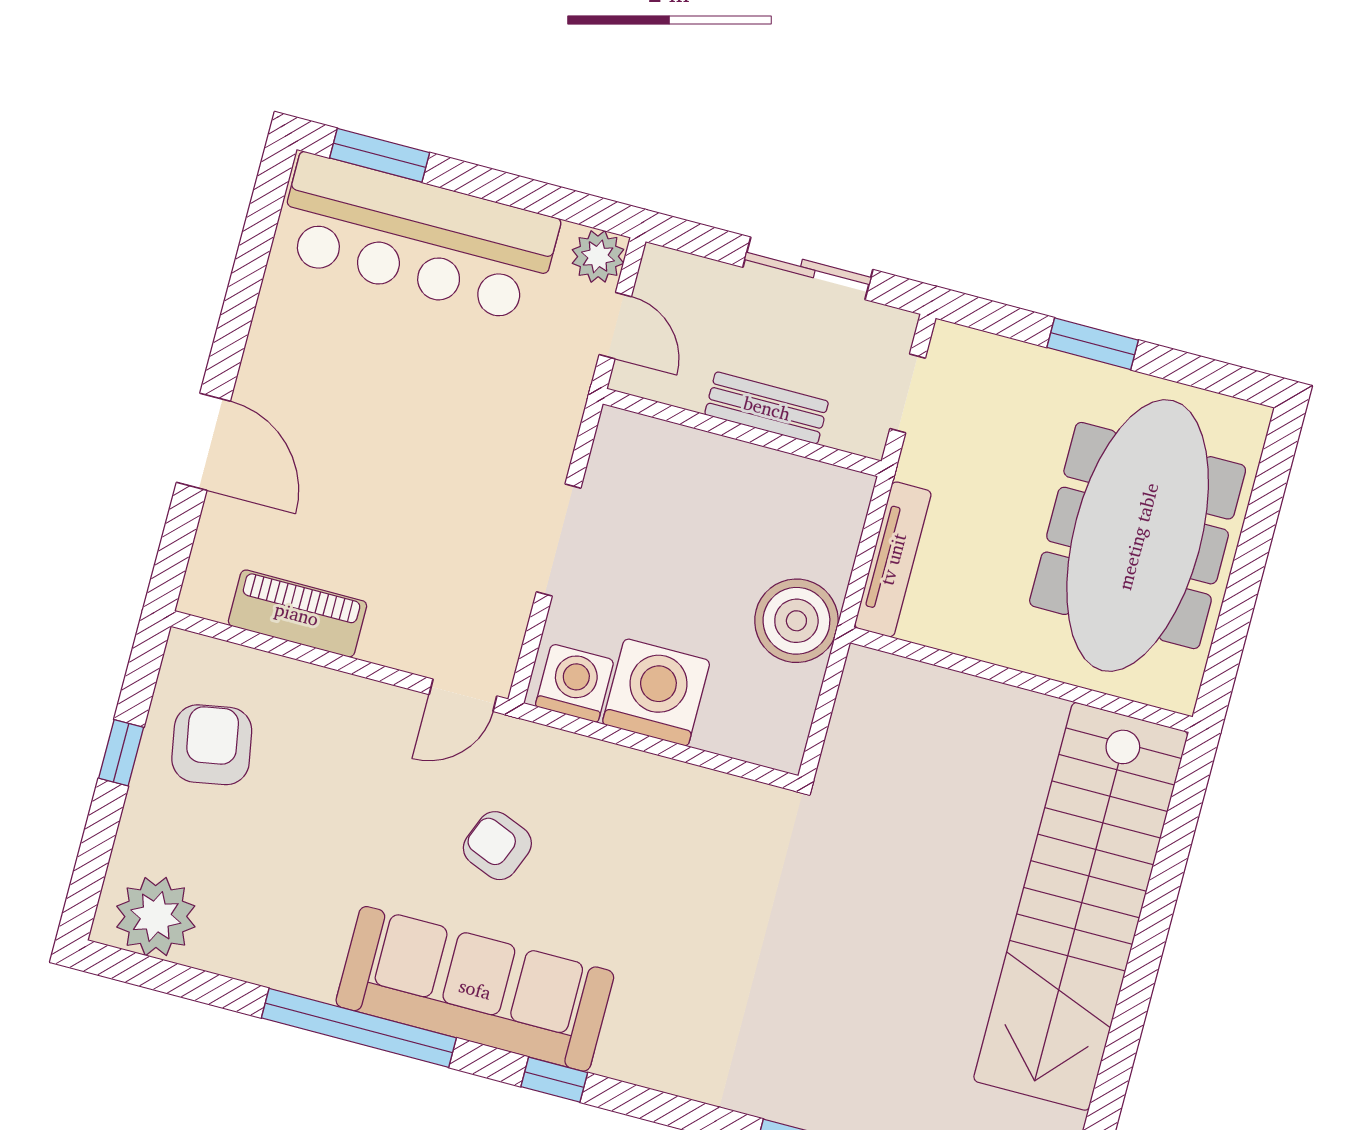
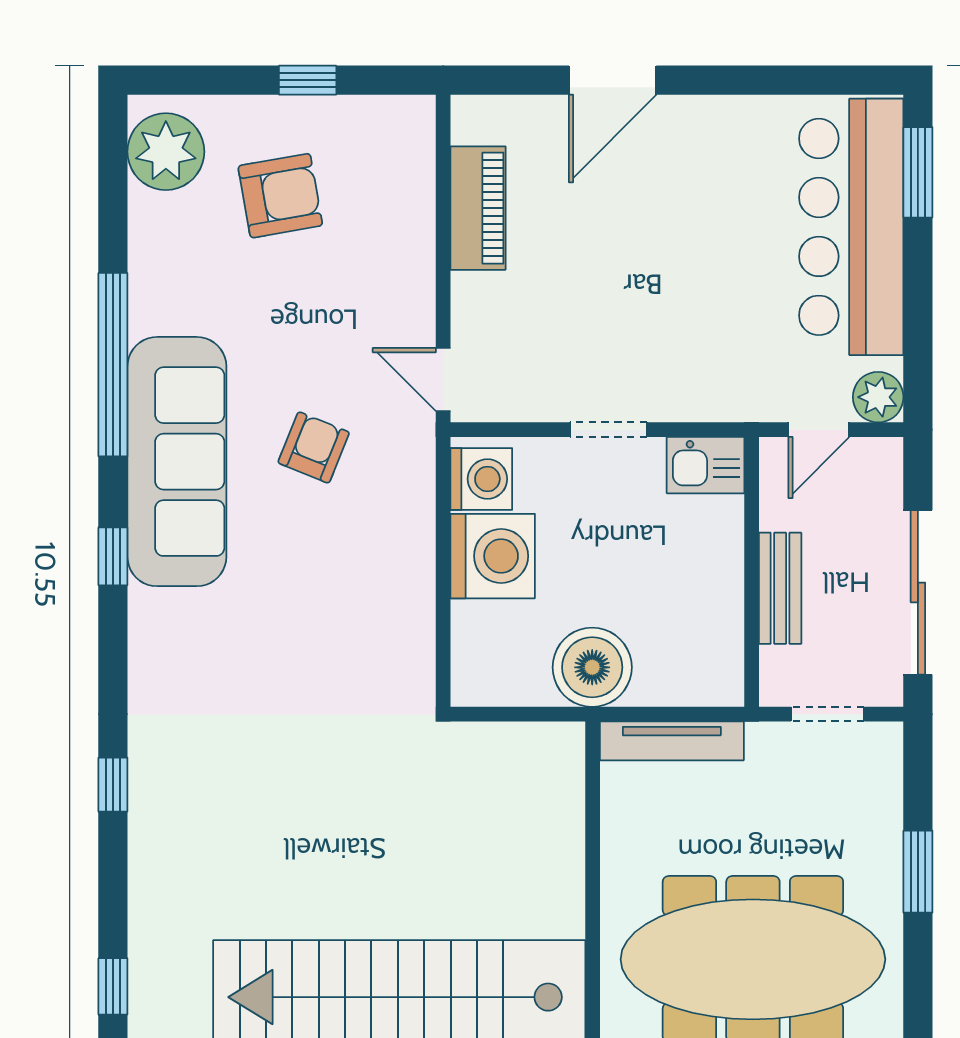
sliding door: (808, 268) -> (918, 592), width x1.37
kitchen sink: (621, 451) -> (706, 465), added
doorway: (559, 540) -> (609, 430), width x0.73
armchair: (212, 745) -> (280, 196), moved

